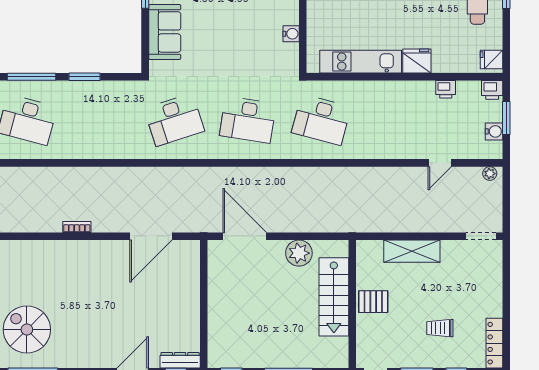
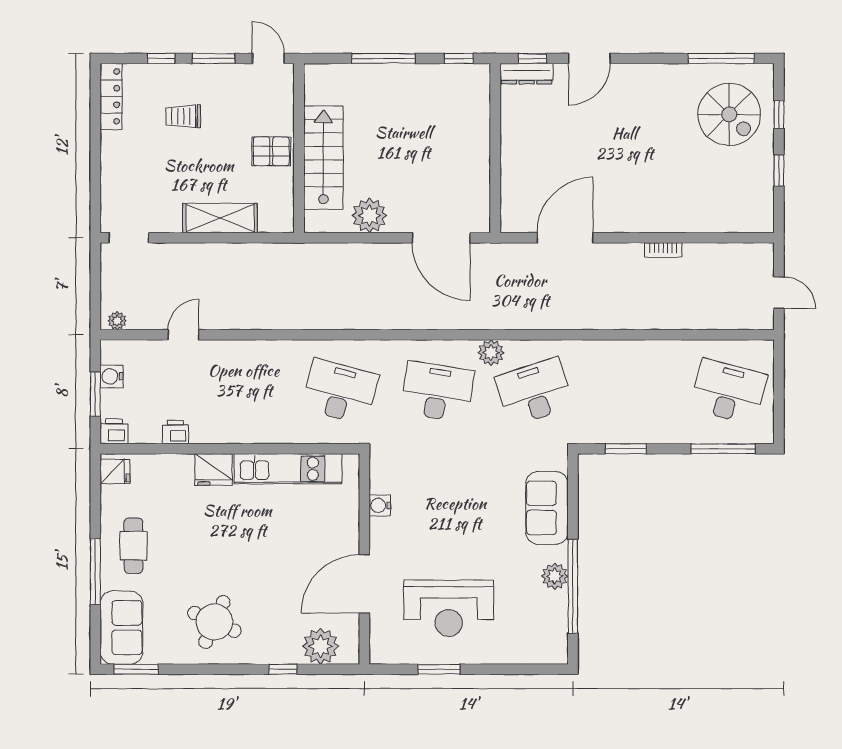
window: (85, 77) -> (626, 449), moved
plant: (207, 149) -> (491, 353), added
trolley: (440, 328) -> (183, 116), turned 180

